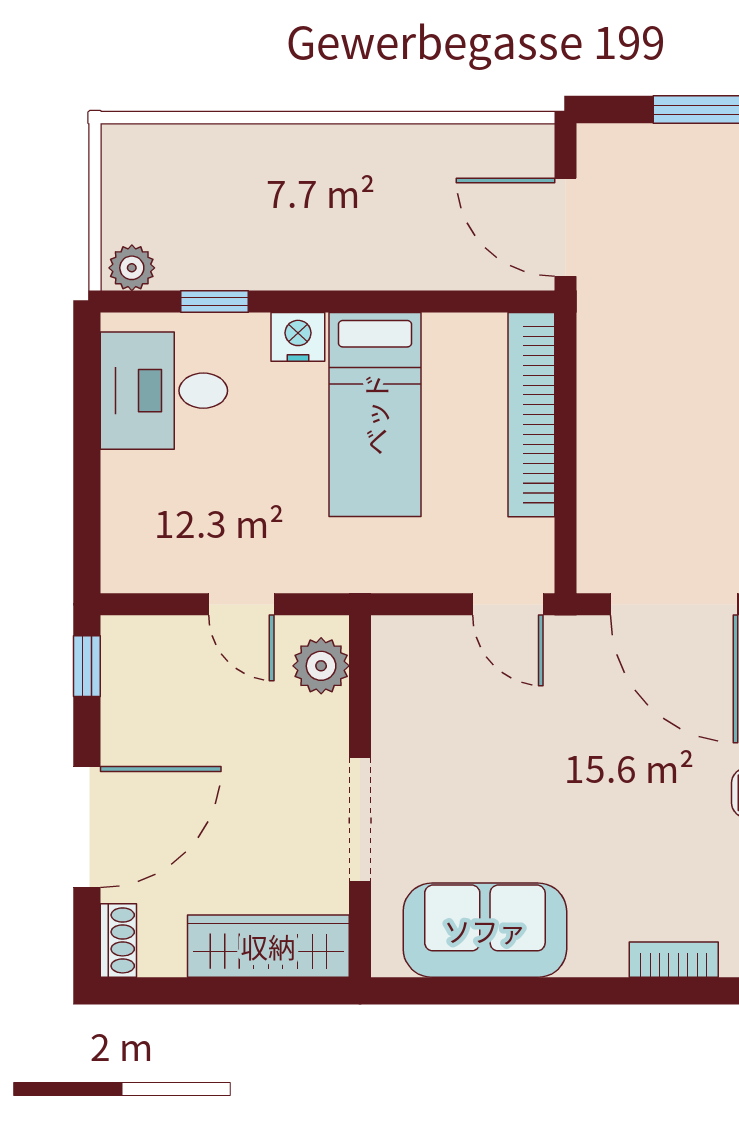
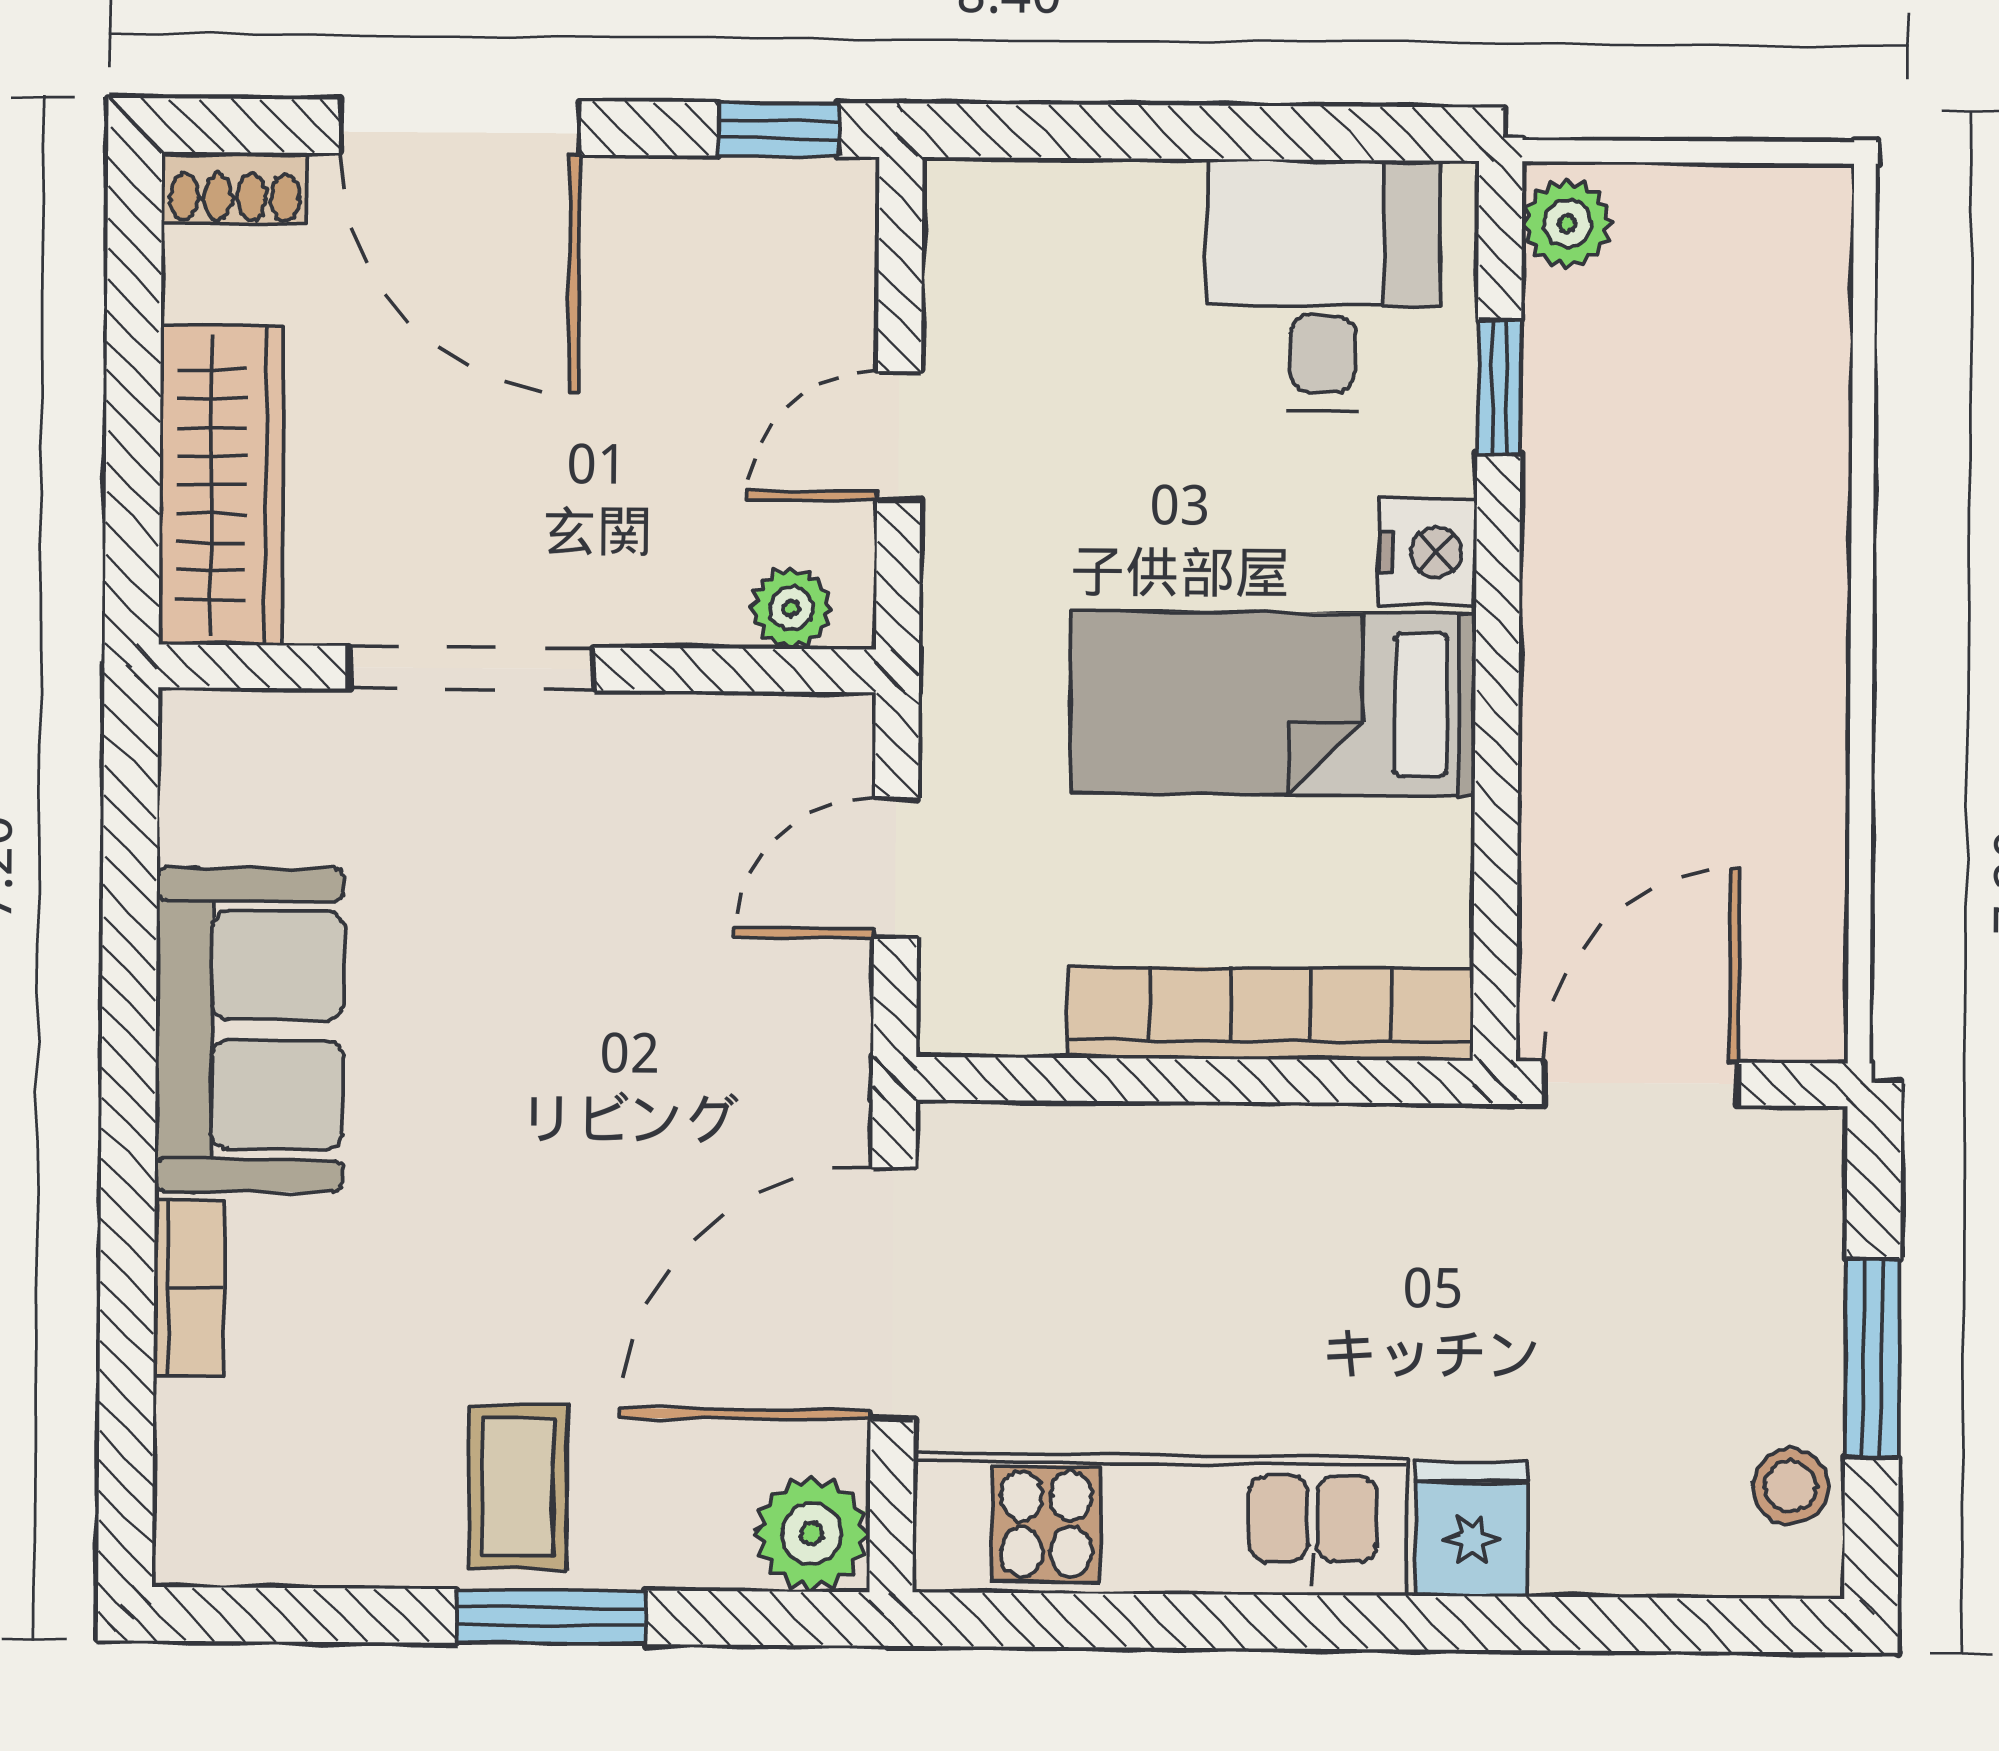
door: (508, 604) -> (896, 868), moved
plant: (321, 666) -> (791, 608), width x0.73, depth x0.73
sofa: (485, 930) -> (249, 1030), moved

